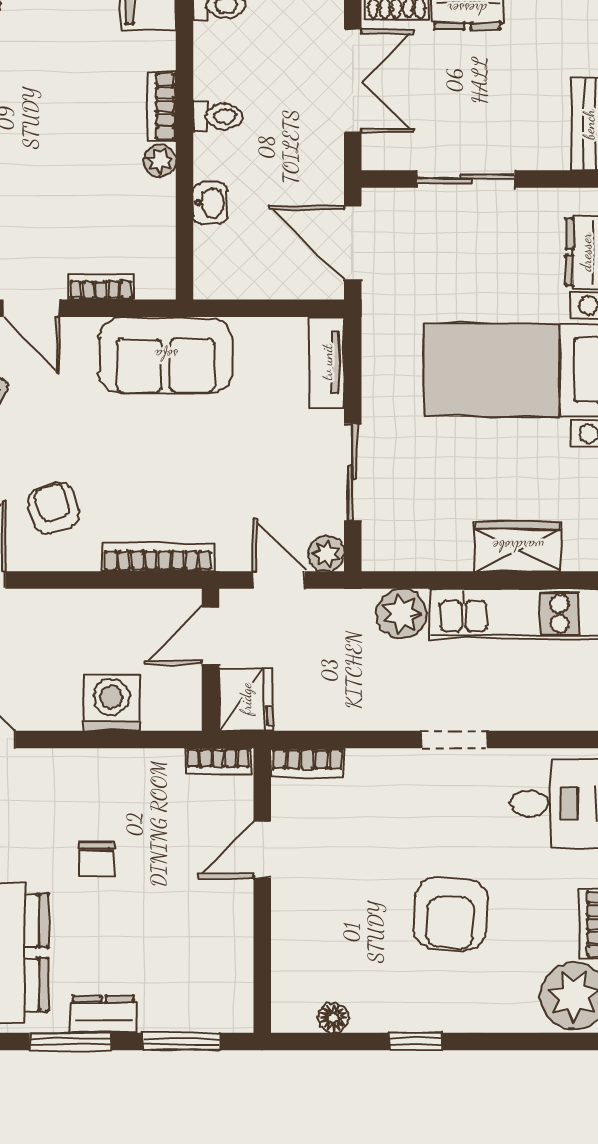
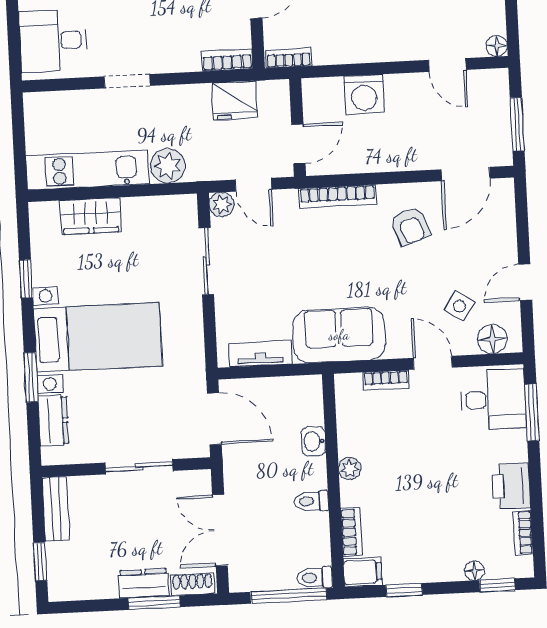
bookcase: (162, 106) -> (351, 532), moved
tv unit: (327, 362) -> (260, 354), moved, turned -90
fridge: (246, 699) -> (235, 100), moved, turned -90

